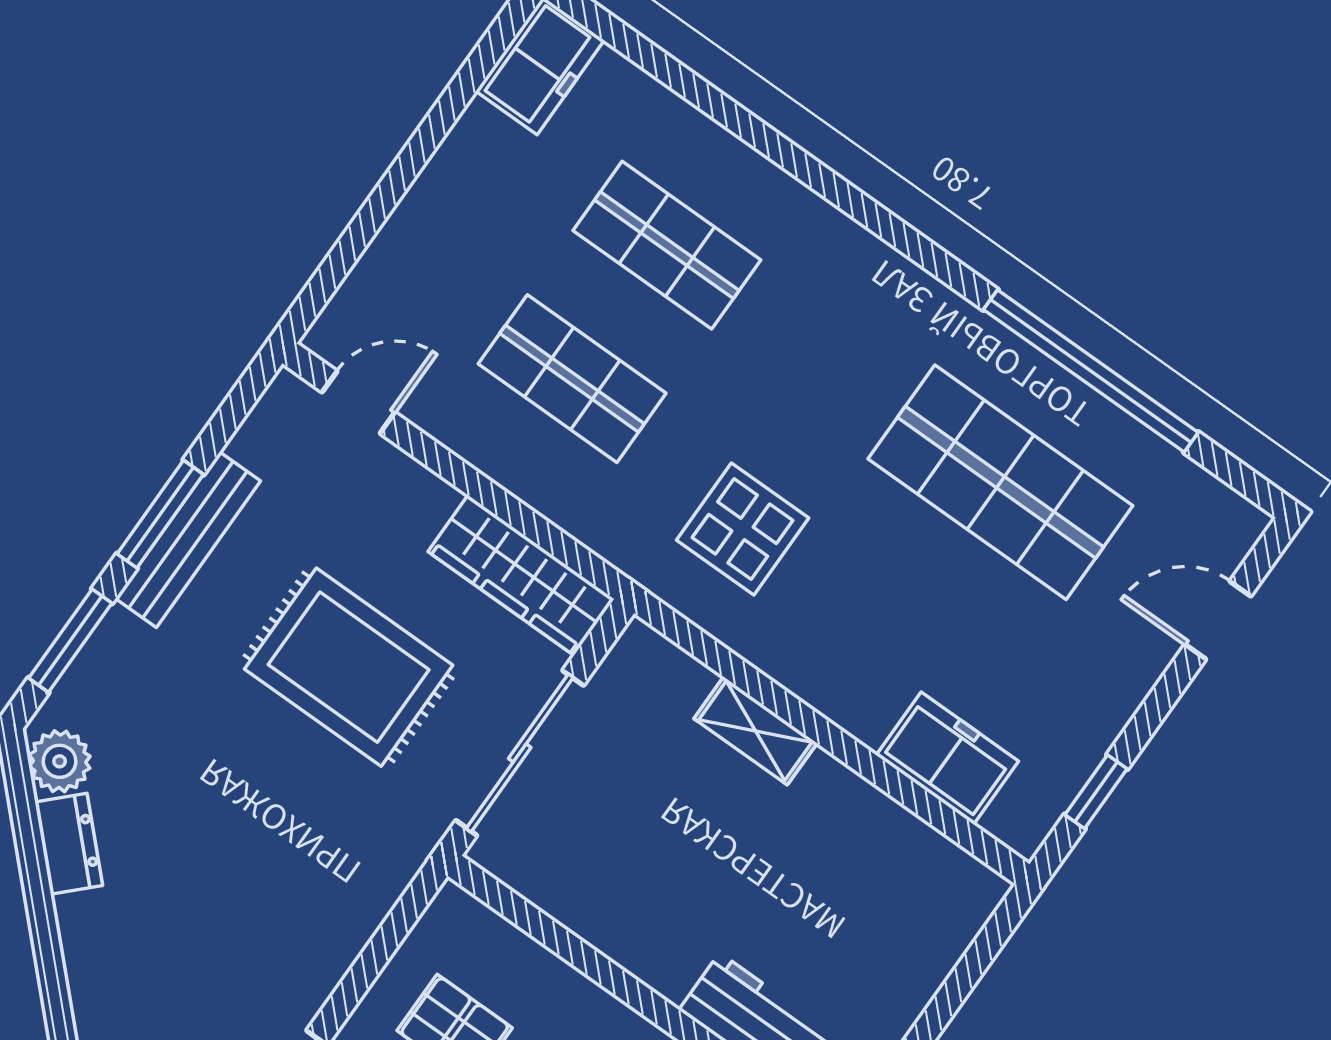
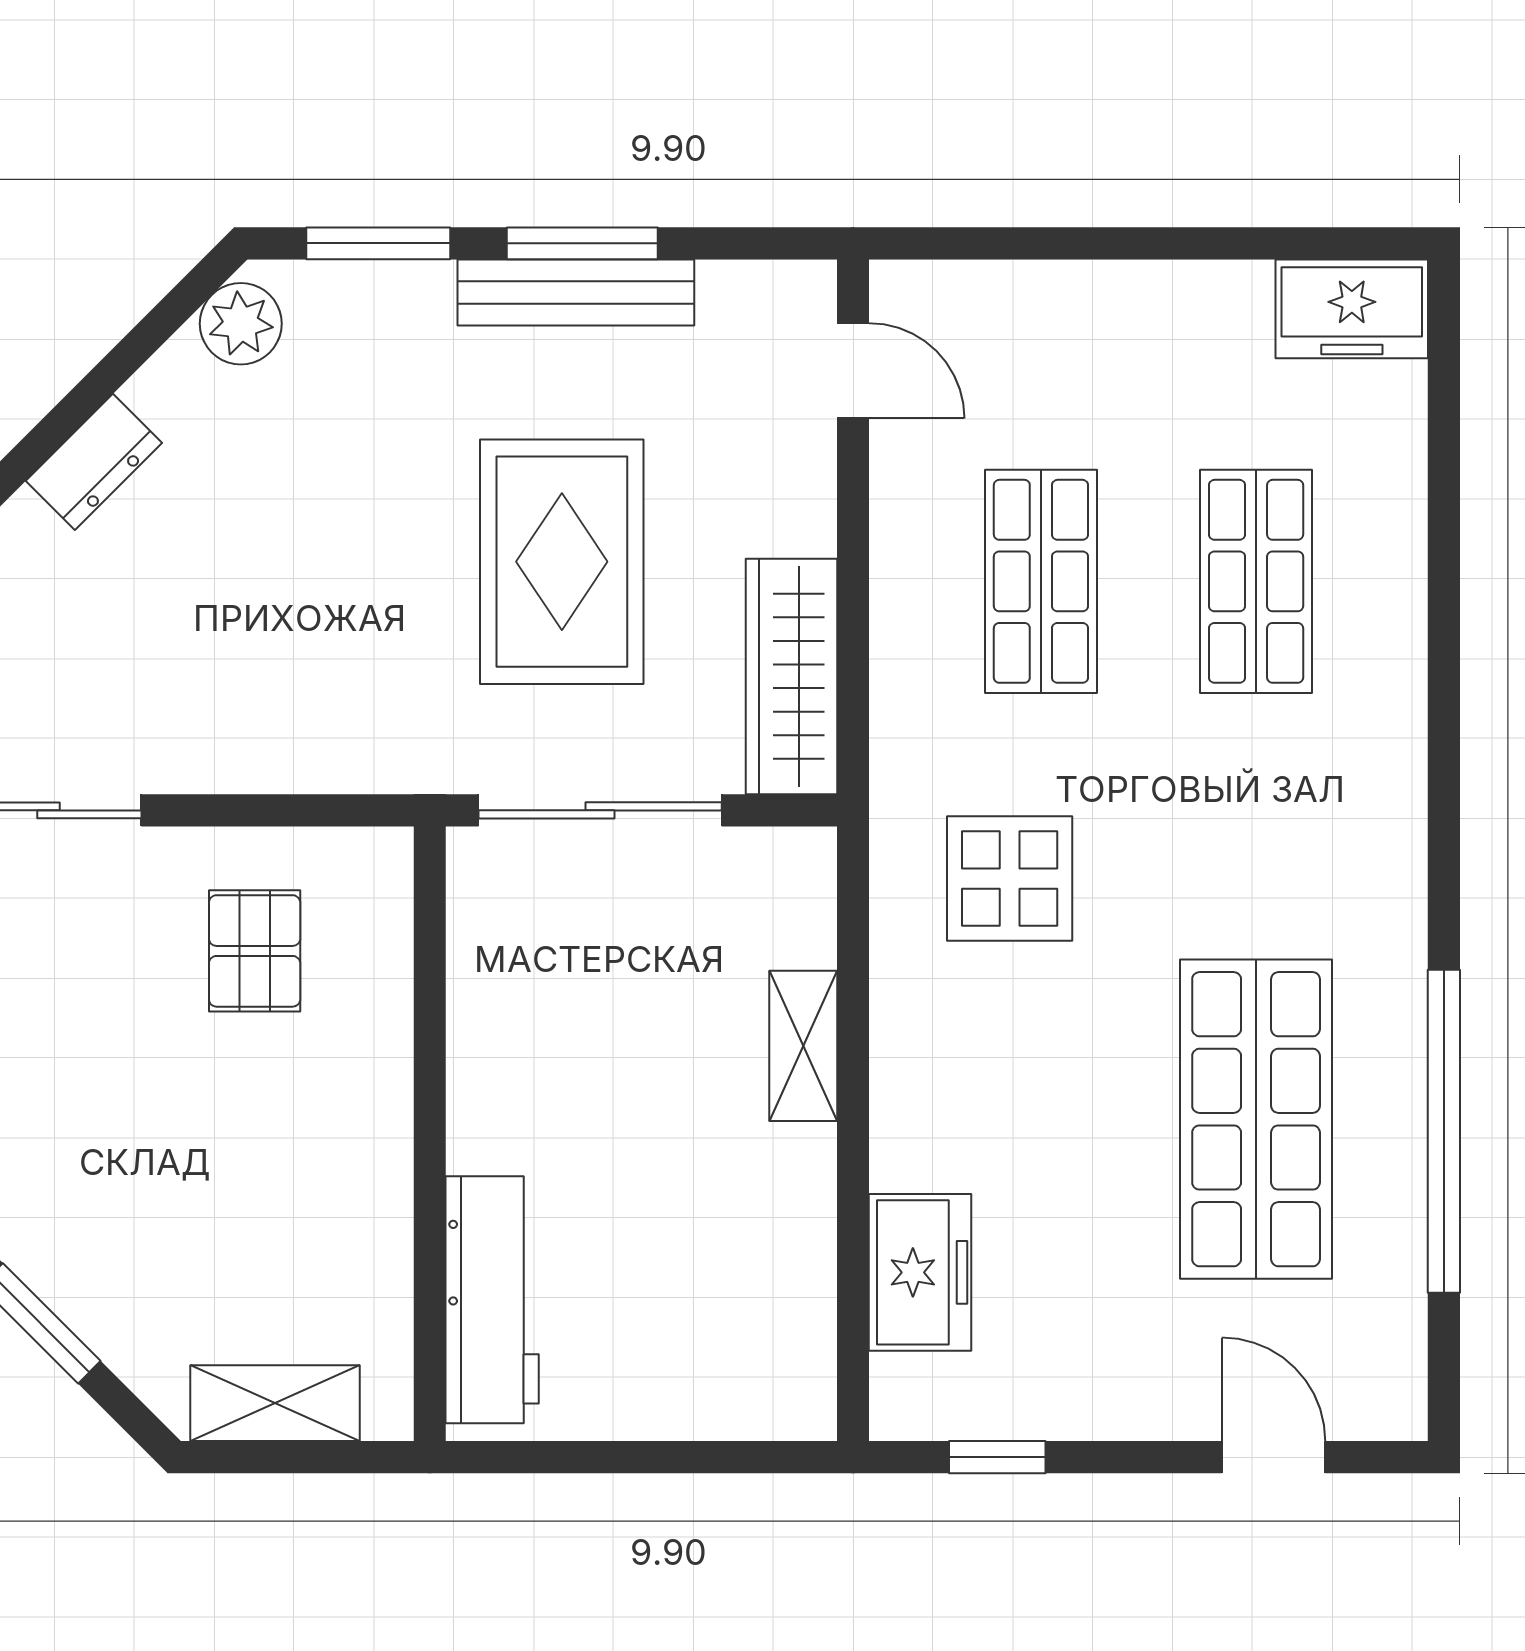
dresser: (69, 844) -> (94, 462), moved

